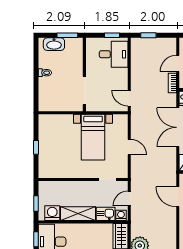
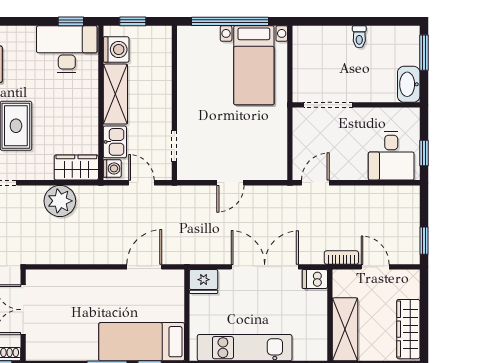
window: (67, 35) -> (424, 53), moved
window: (148, 35) -> (424, 241), moved
washbasin: (54, 44) -> (409, 84), moved
bed with nightstands: (93, 137) -> (254, 65), moved, turned -90
window: (36, 147) -> (230, 21), width x3.17

